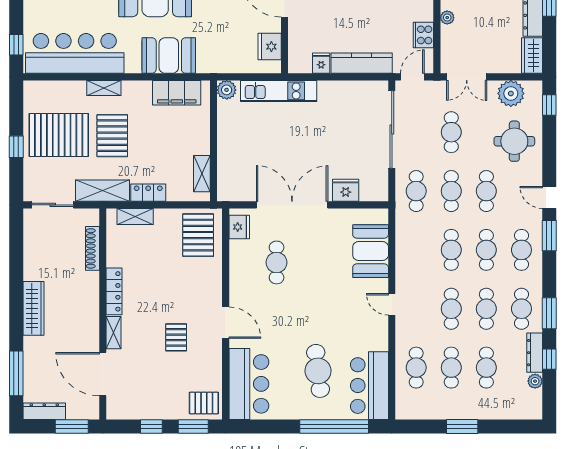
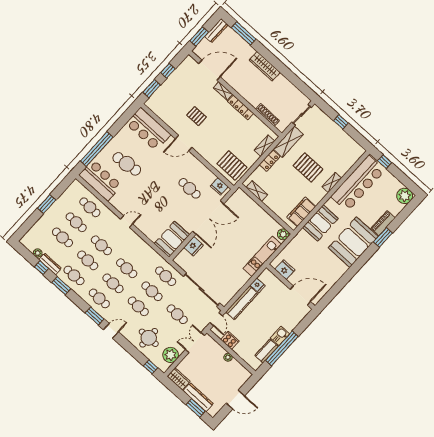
pallet: (59, 135) -> (329, 145), removed
booth: (371, 251) -> (172, 239), moved, turned 90
pallet: (204, 403) -> (158, 102), removed

